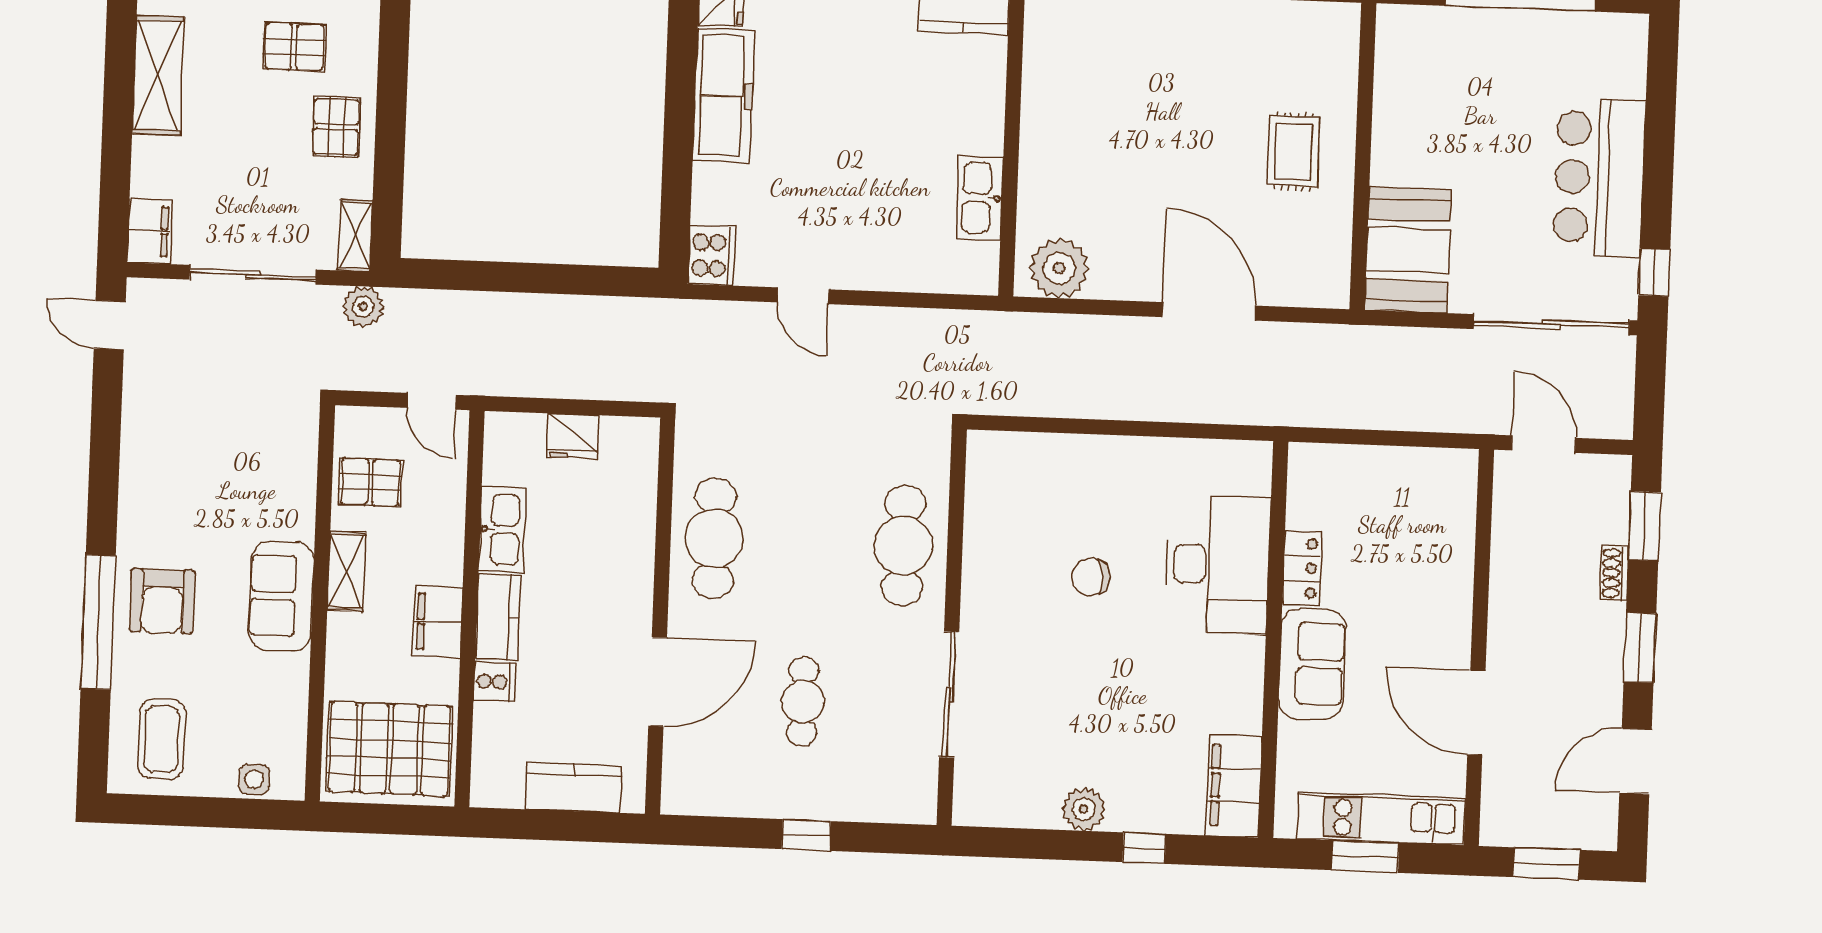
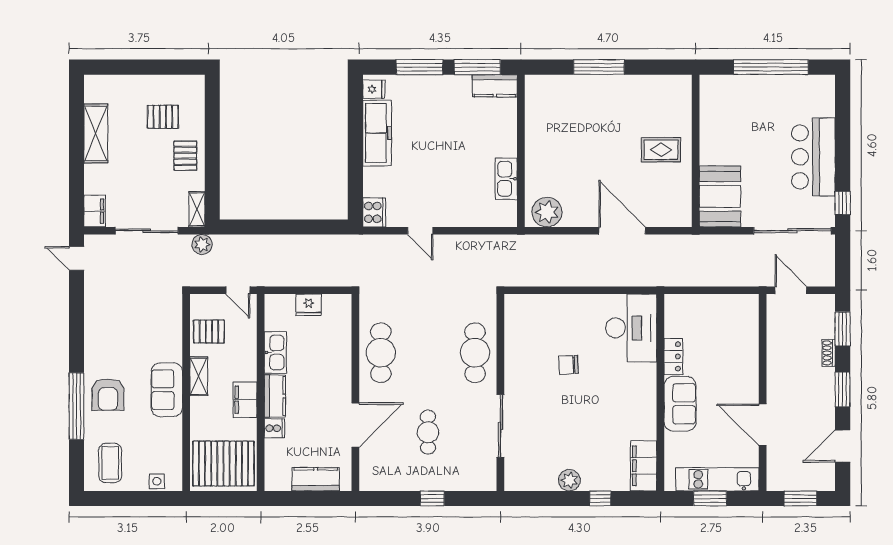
rug: (1293, 152) -> (661, 150), turned 90
desk: (1217, 565) -> (631, 328), moved

